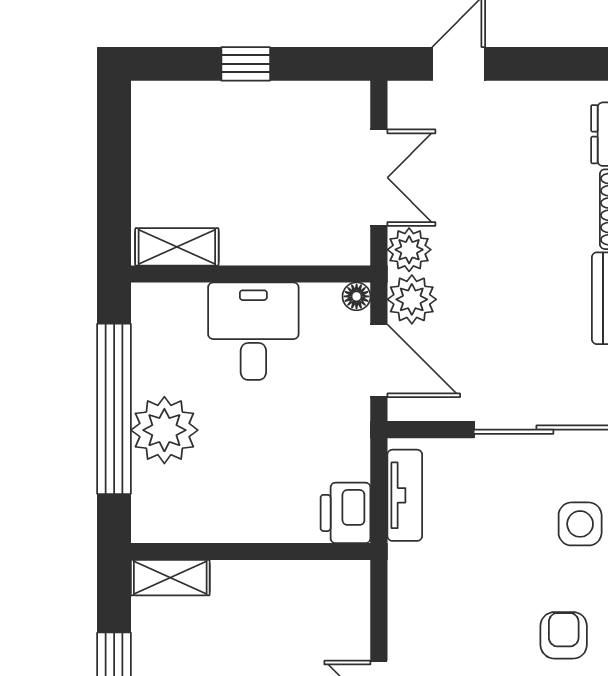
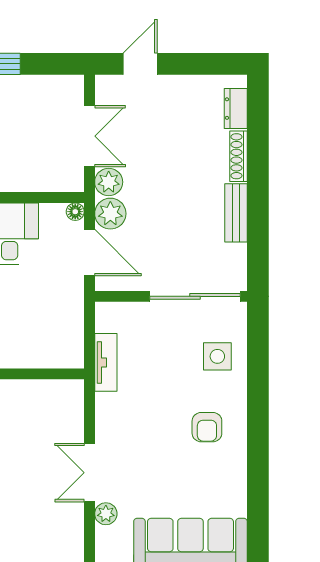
tv unit: (405, 495) -> (106, 362), moved
printer: (345, 513) -> (68, 349), removed
armchair: (564, 635) -> (207, 427), turned 180

